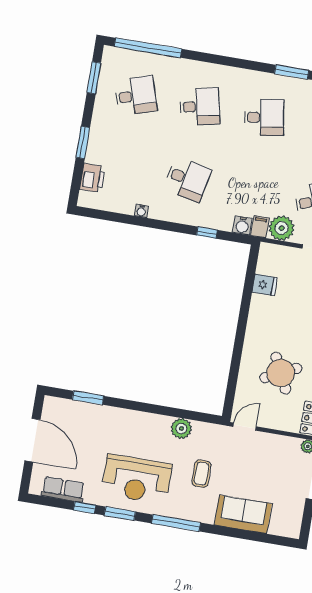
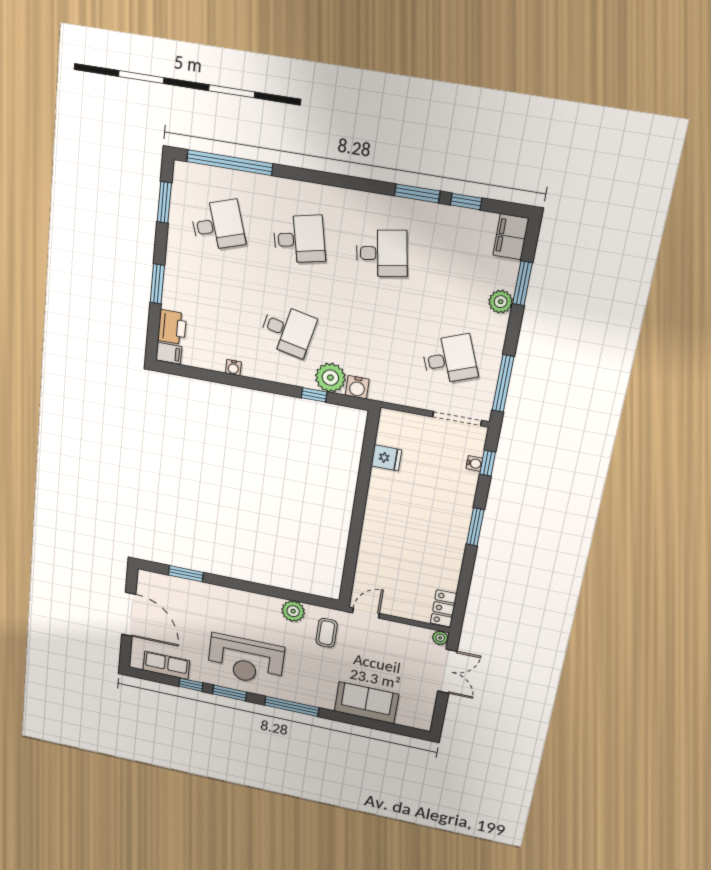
filing cabinet: (260, 227) -> (169, 353), moved, turned 90
plant: (282, 228) -> (330, 378), moved
round table: (281, 373) -> (407, 558), removed
coffee table: (201, 474) -> (327, 633), moved

